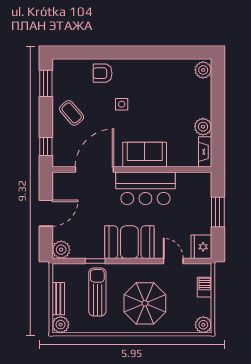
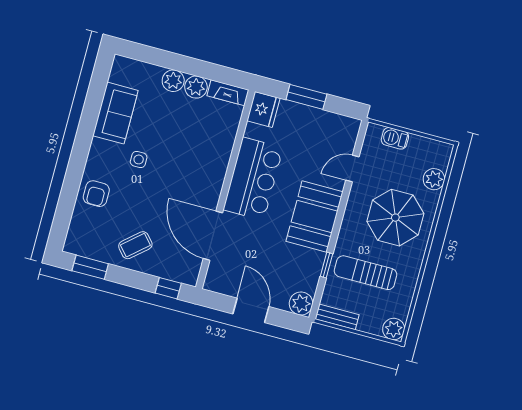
plant: (203, 70) -> (173, 81), moved
side table: (122, 104) -> (139, 159), moved
sofa: (145, 155) -> (115, 113), moved, turned 180
fridge: (201, 247) -> (263, 109), moved, turned -90
bench: (58, 299) -> (337, 317), moved
plant: (203, 325) -> (434, 179), moved

